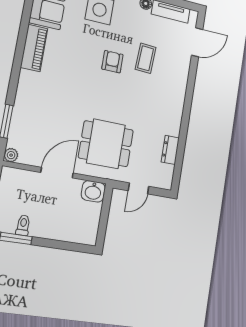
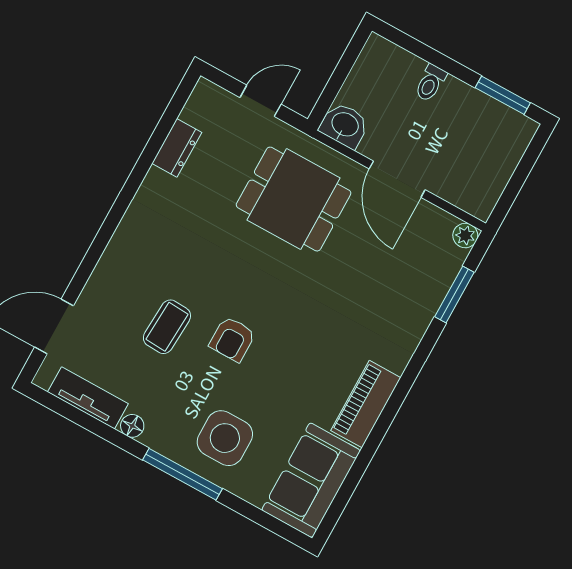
door: (57, 173) -> (397, 179), hinge flipped
toilet: (23, 225) -> (430, 83), moved

